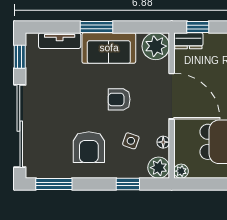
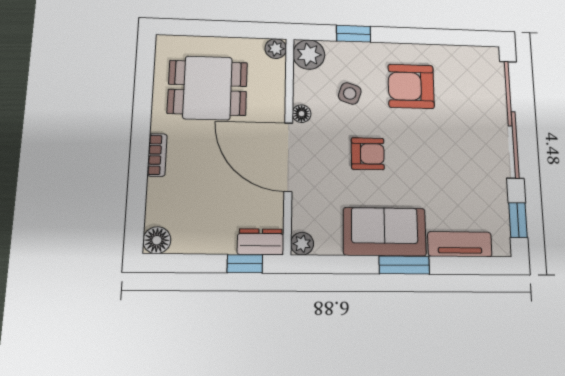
plant: (156, 46) -> (302, 244), width x0.53, depth x0.53
floor lamp: (163, 142) -> (302, 114), moved
armchair: (89, 147) -> (411, 86), turned -90
window: (54, 184) -> (459, 38), removed

